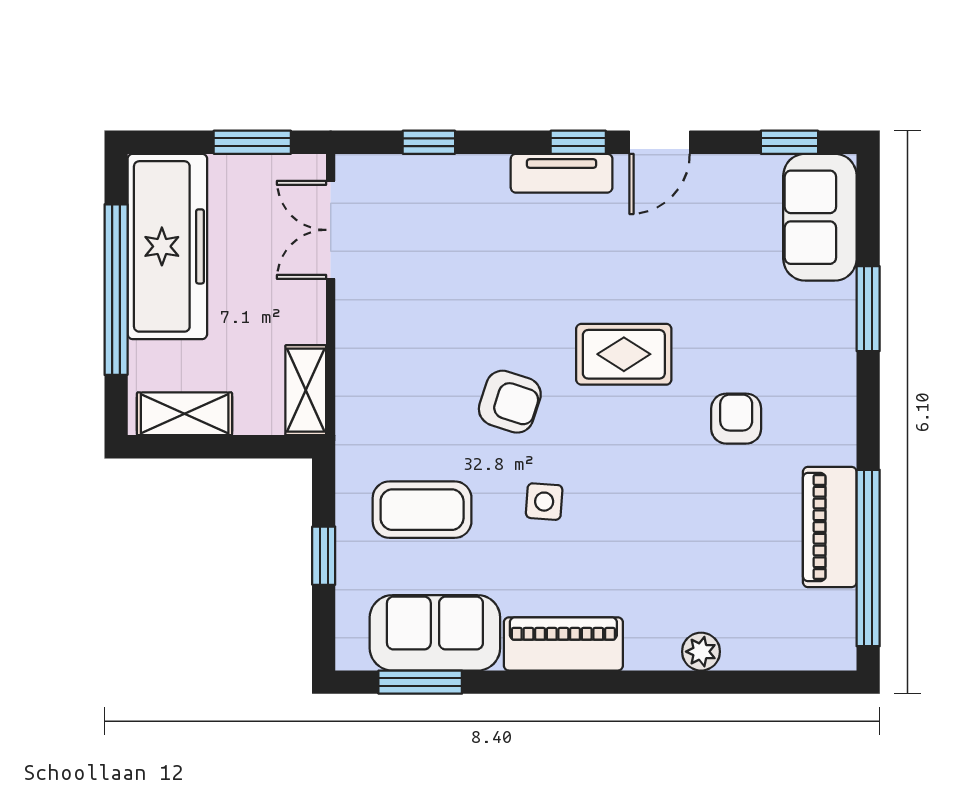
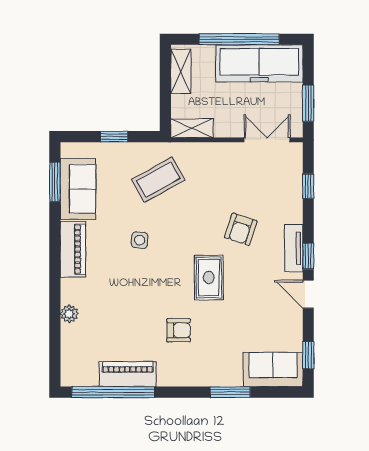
armchair: (510, 402) -> (241, 229), moved
coffee table: (422, 510) -> (158, 180), moved, turned 61

